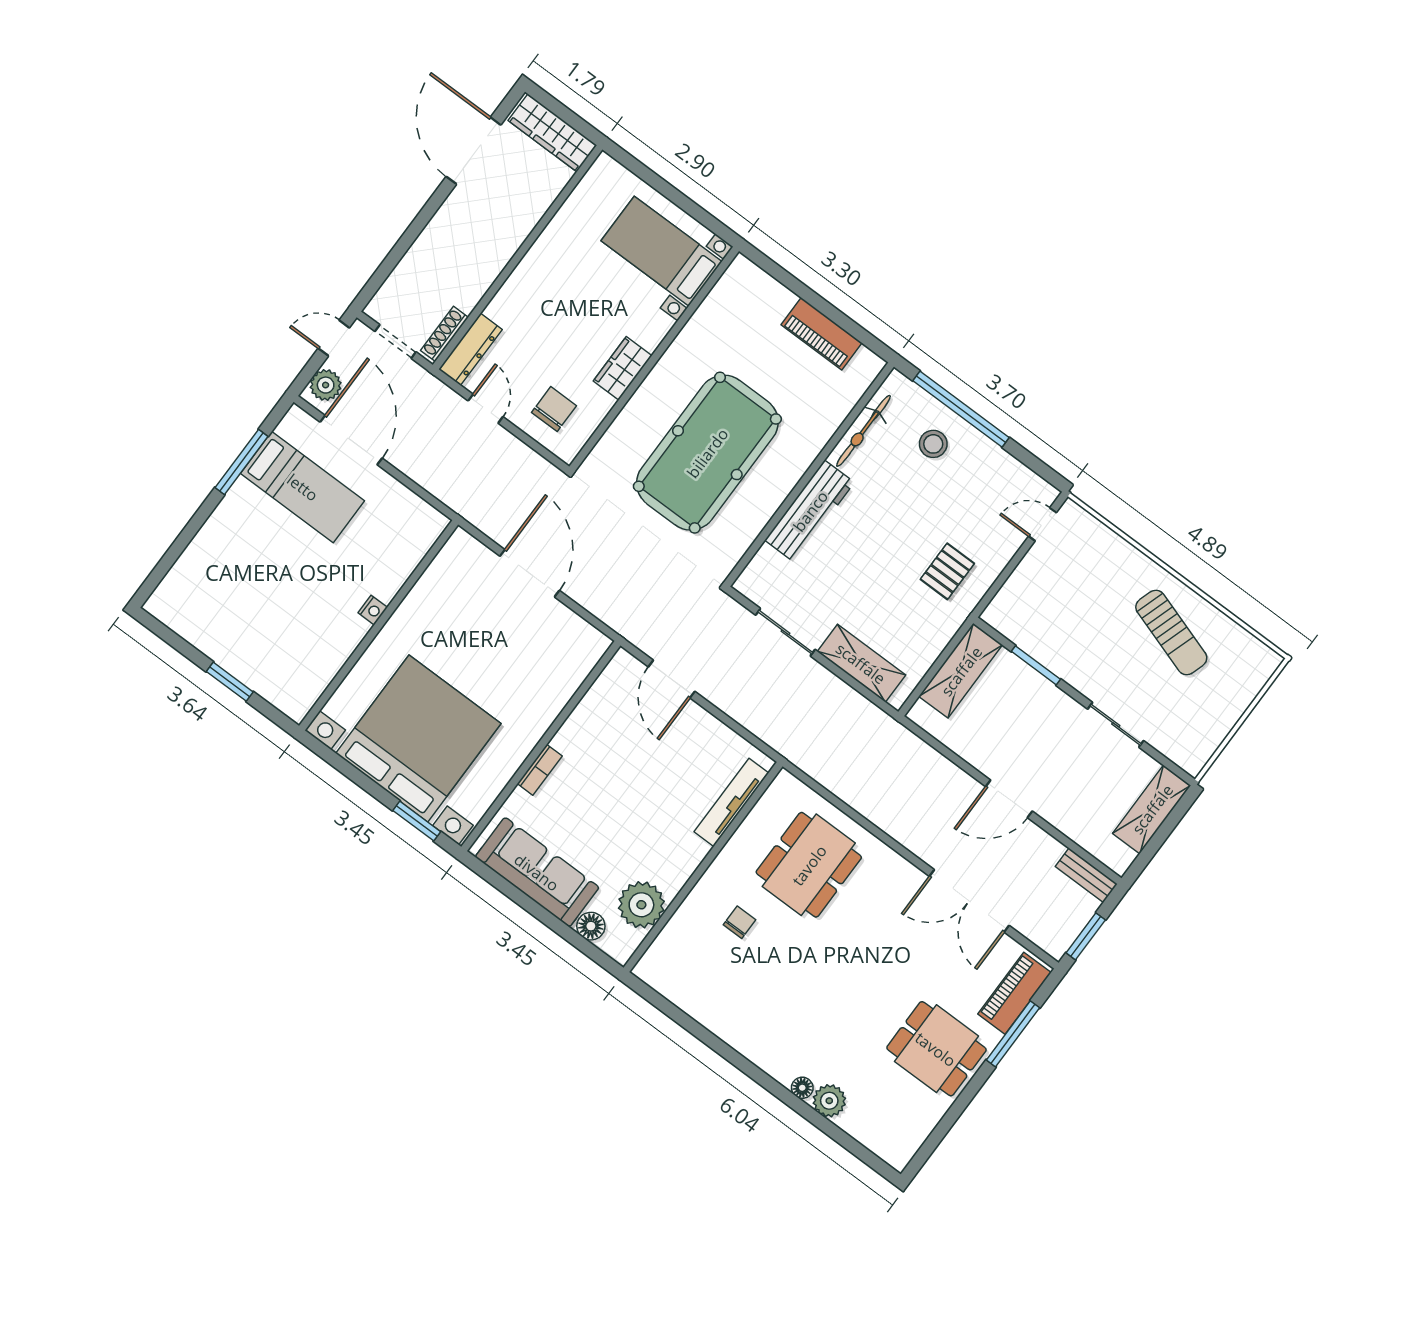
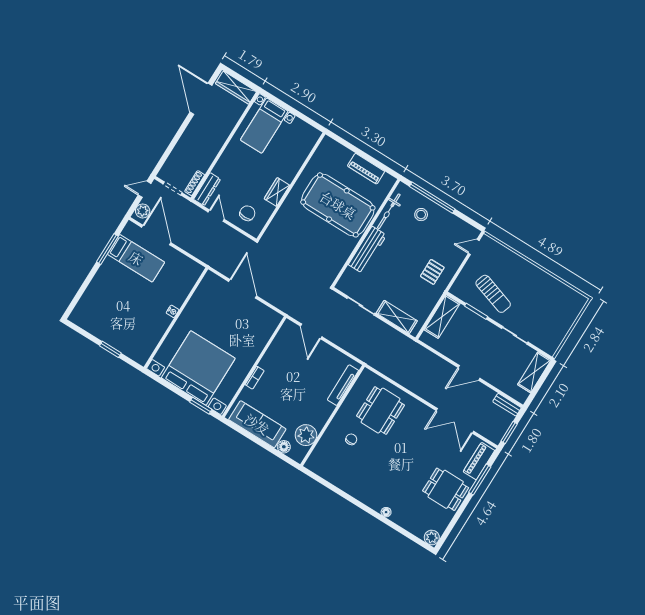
bed with nightstands: (662, 251) -> (264, 126), moved, turned -90
pool table: (707, 453) -> (338, 205), moved, turned 90
sun lounger: (1171, 633) -> (493, 294), moved
plant: (829, 1101) -> (432, 538), moved

